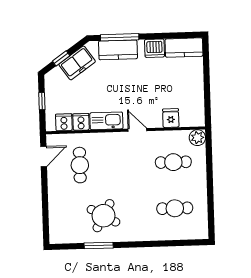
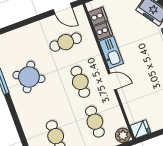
fridge: (171, 118) -> (140, 129), moved
door: (137, 130) -> (112, 82), hinge flipped
cafe table: (127, 164) -> (80, 82), added

